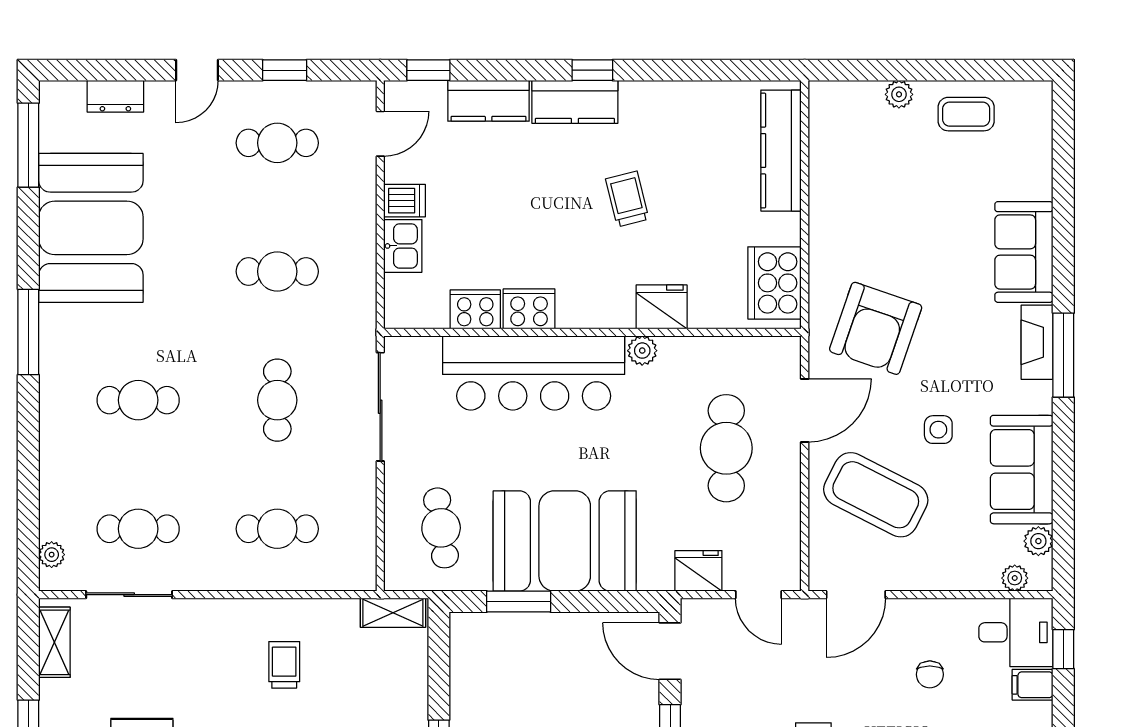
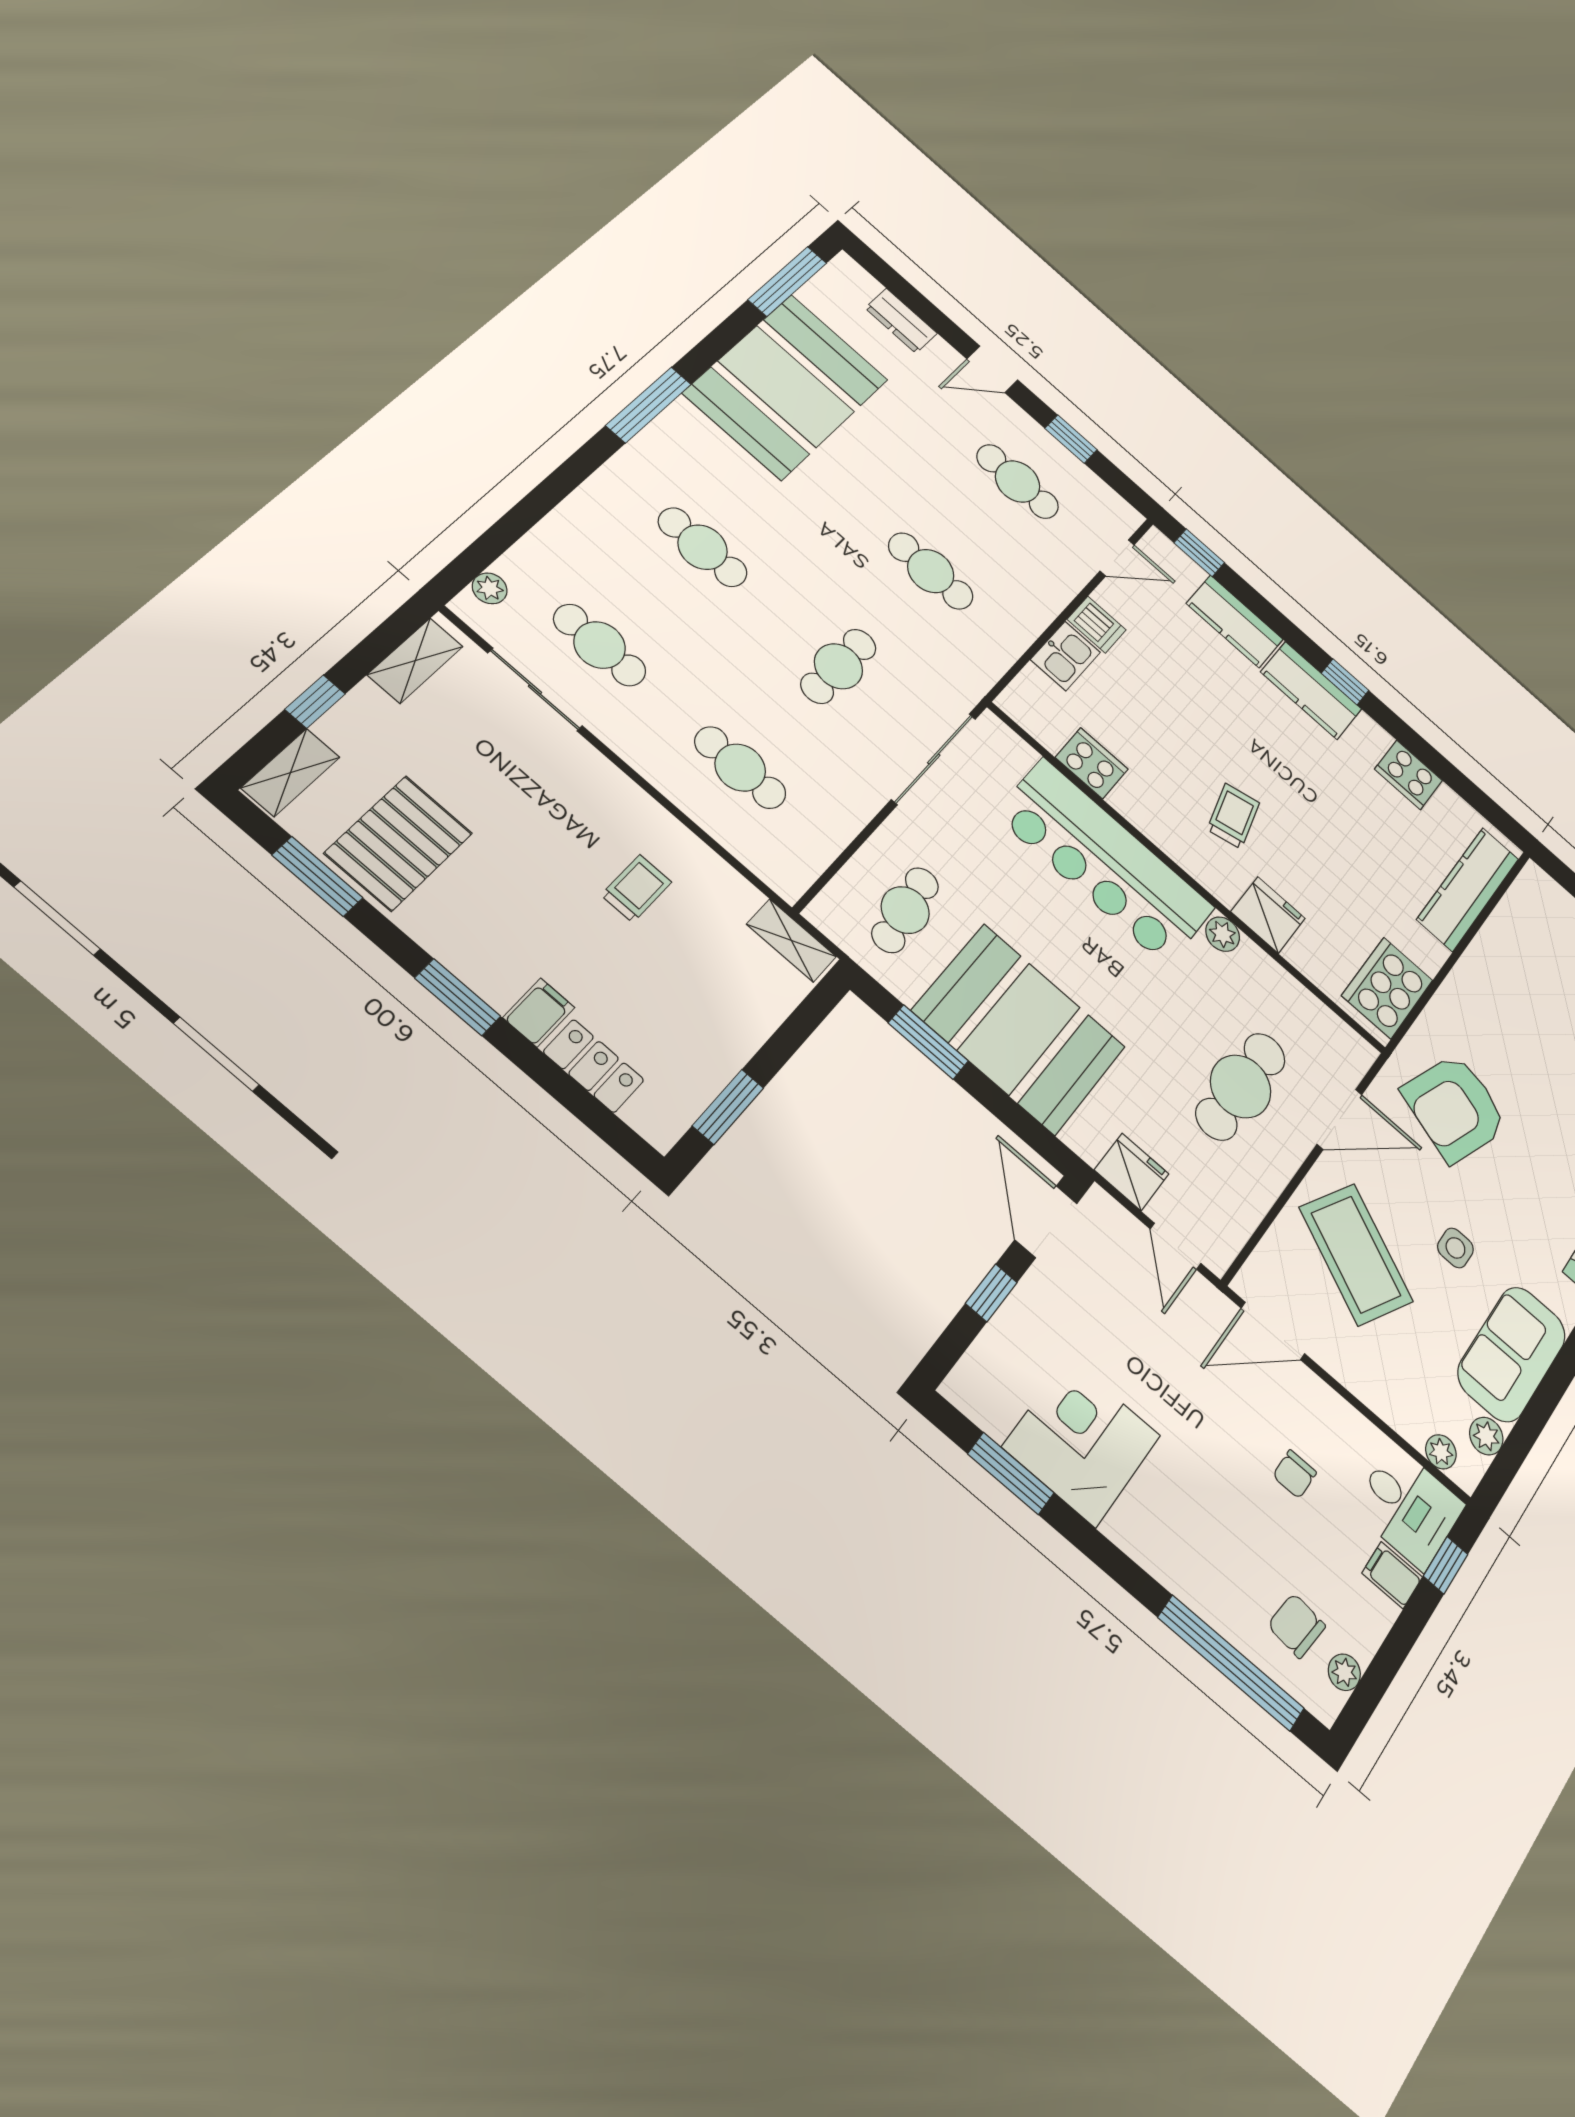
trolley: (627, 199) -> (1233, 816), moved
cooker: (529, 309) -> (1409, 775), moved, turned 180

